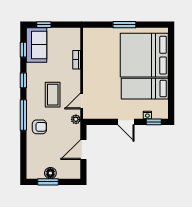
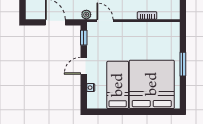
window: (154, 122) -> (84, 38), moved

